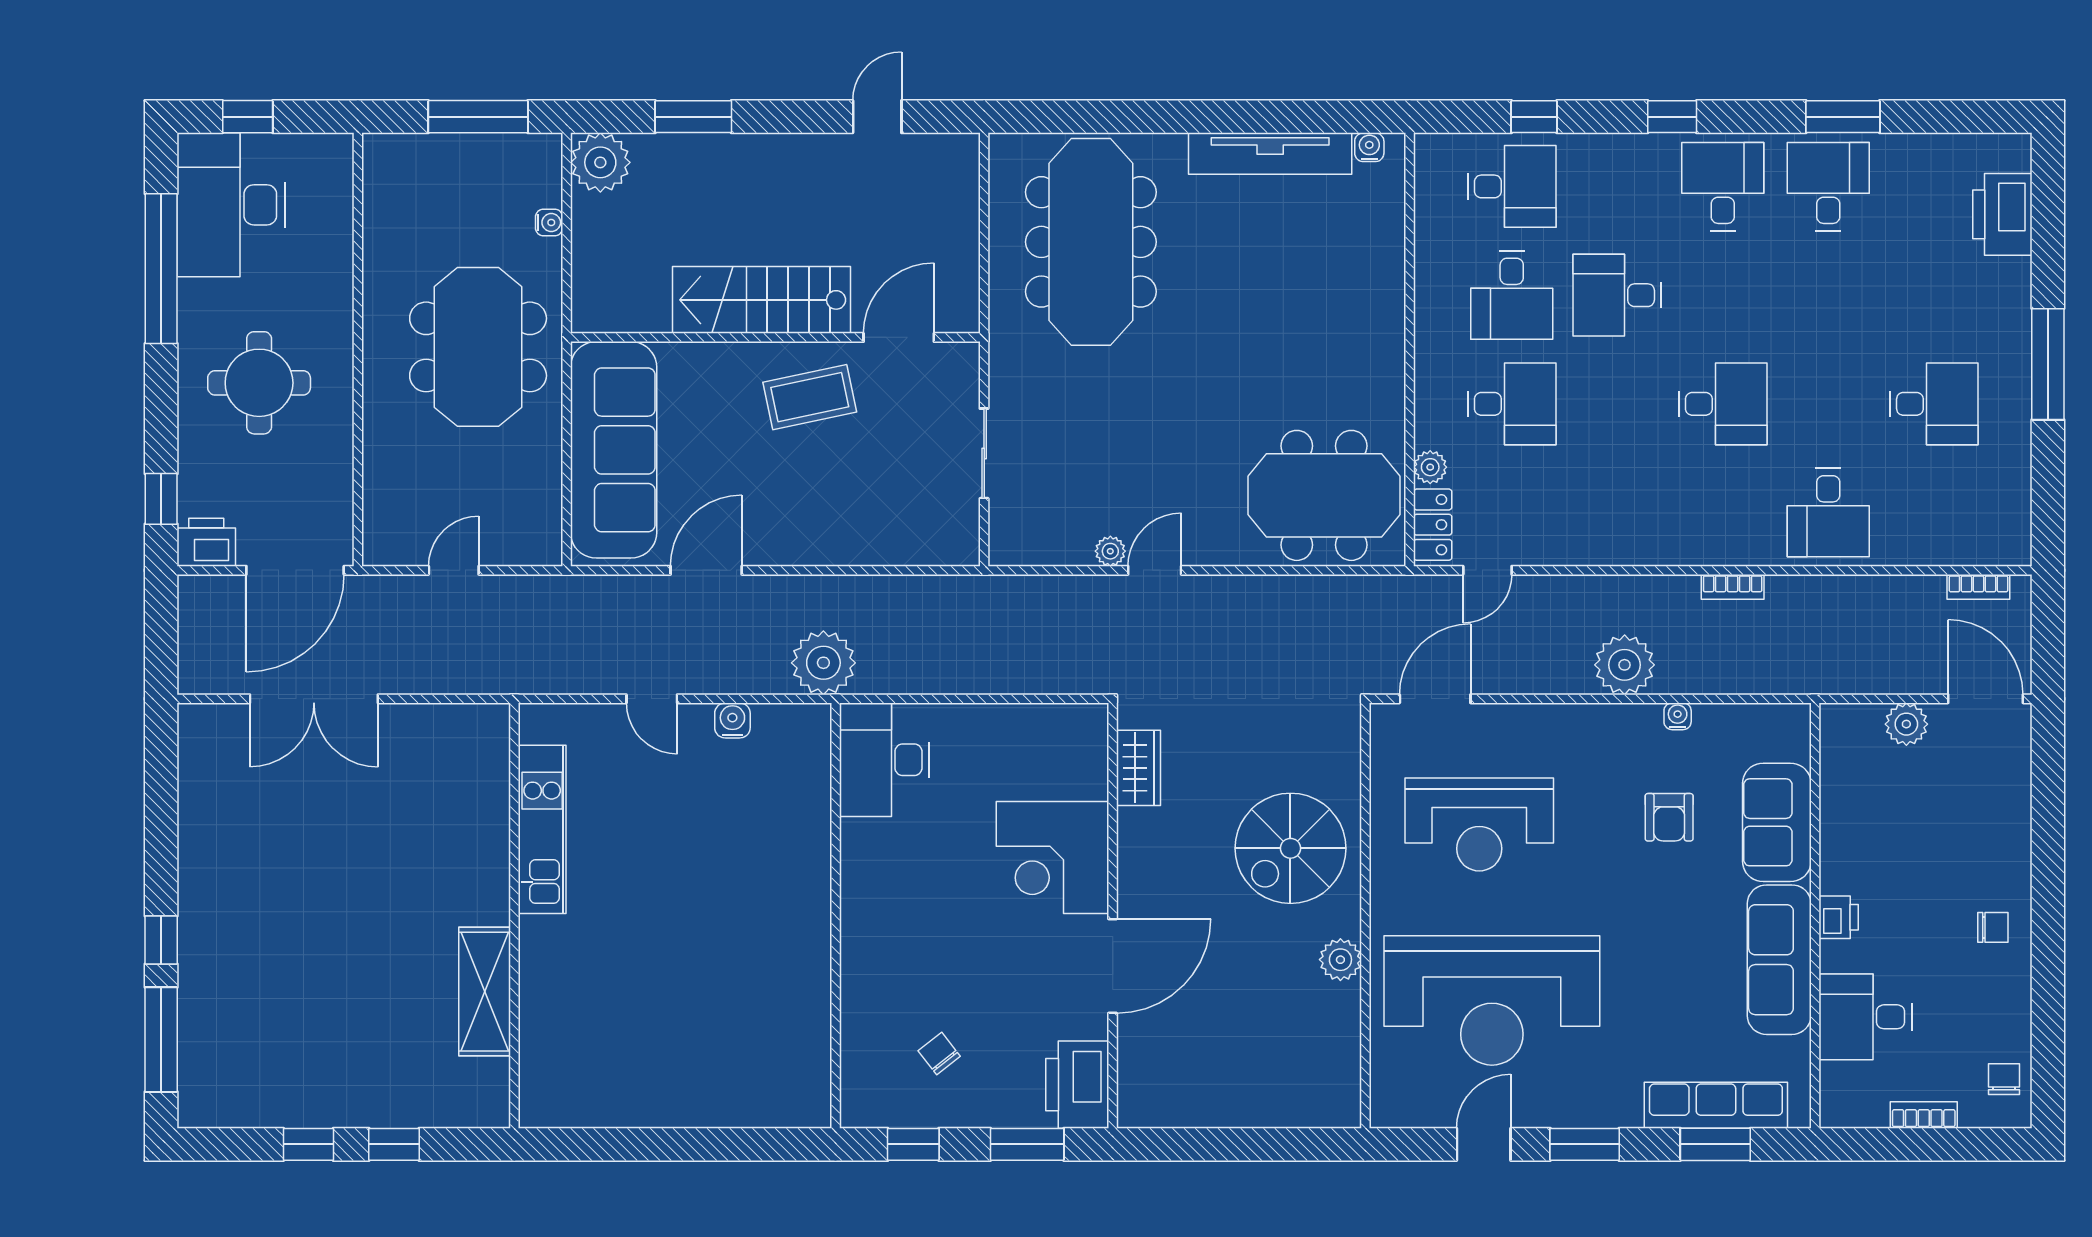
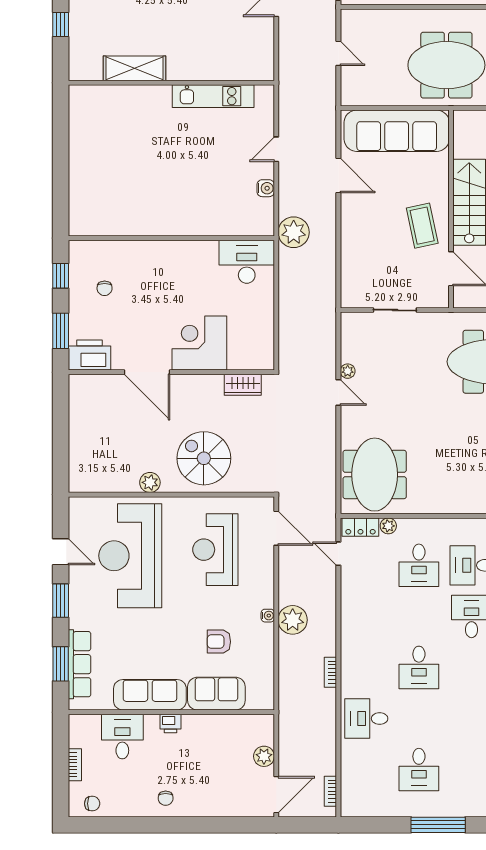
water cooler: (1678, 716) -> (268, 616), moved
chair: (939, 1054) -> (105, 288), turned 128

